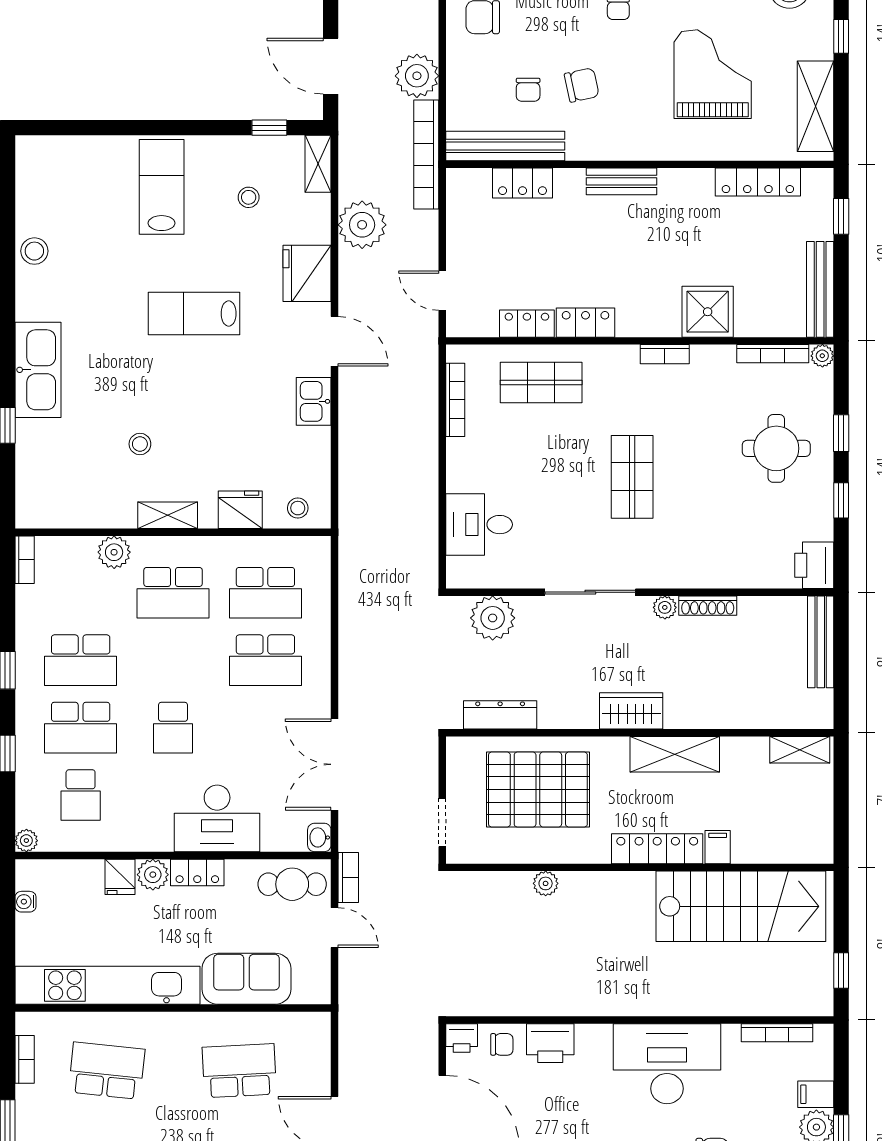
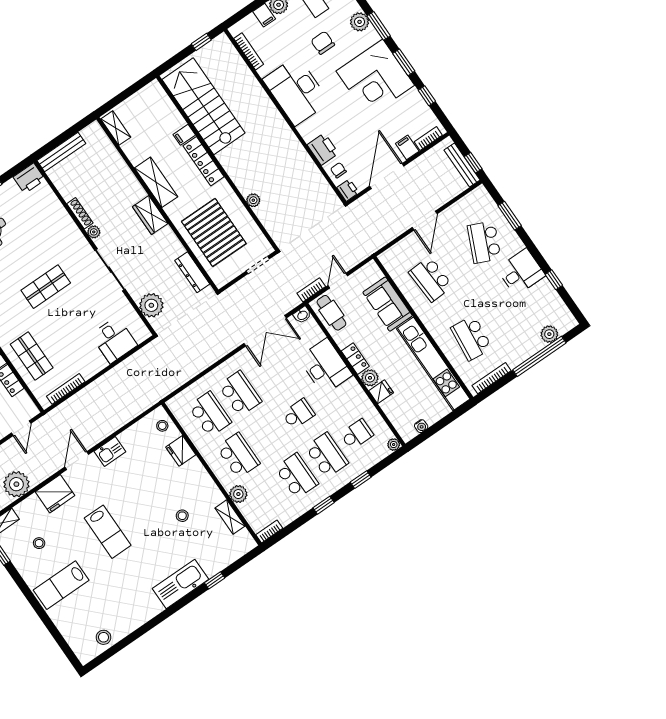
stool: (34, 251) -> (104, 637), moved
shelving: (168, 515) -> (230, 517), moved
bookcase: (25, 1059) -> (492, 378), width x1.56

